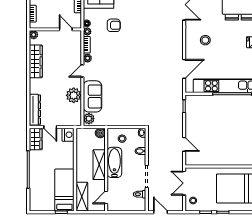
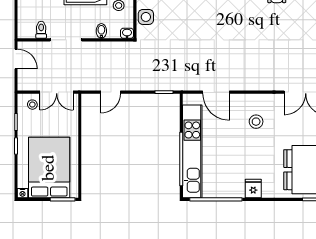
side table: (130, 119) -> (146, 17), added
double door: (184, 183) -> (57, 92), swing flipped
door: (160, 212) -> (16, 59), hinge flipped

